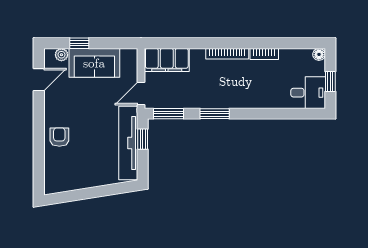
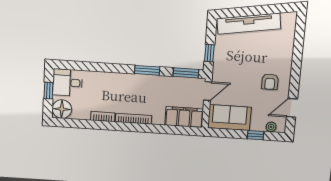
floor lamp: (319, 54) -> (62, 109), width x1.89, depth x1.89
sofa: (94, 63) -> (229, 118), moved
armchair: (59, 137) -> (270, 82), moved
tv unit: (128, 143) -> (249, 24), moved, turned 81

